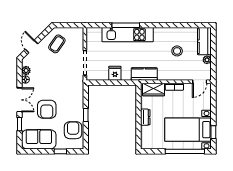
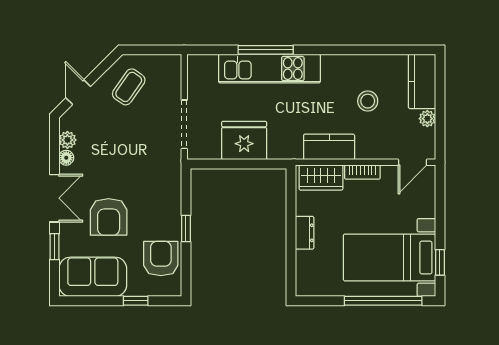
fridge: (115, 73) -> (244, 141), width x1.88, depth x1.34
kitchen counter: (144, 74) -> (329, 147), moved

